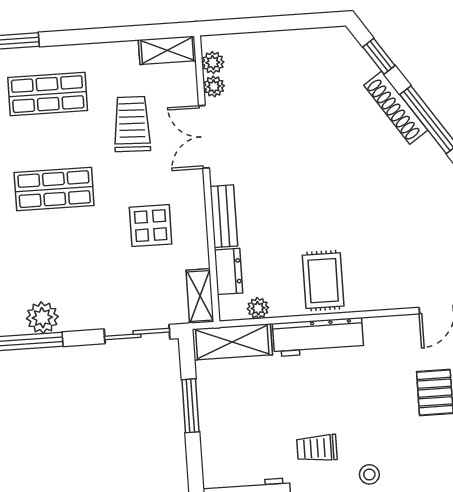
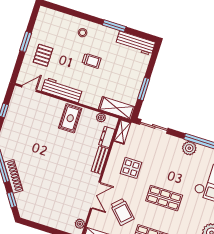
plant: (214, 86) -> (83, 214), removed
trolley: (132, 124) -> (122, 212), turned -47
workbench: (318, 337) -> (62, 90), moved
trolley: (317, 448) -> (91, 61), moved

